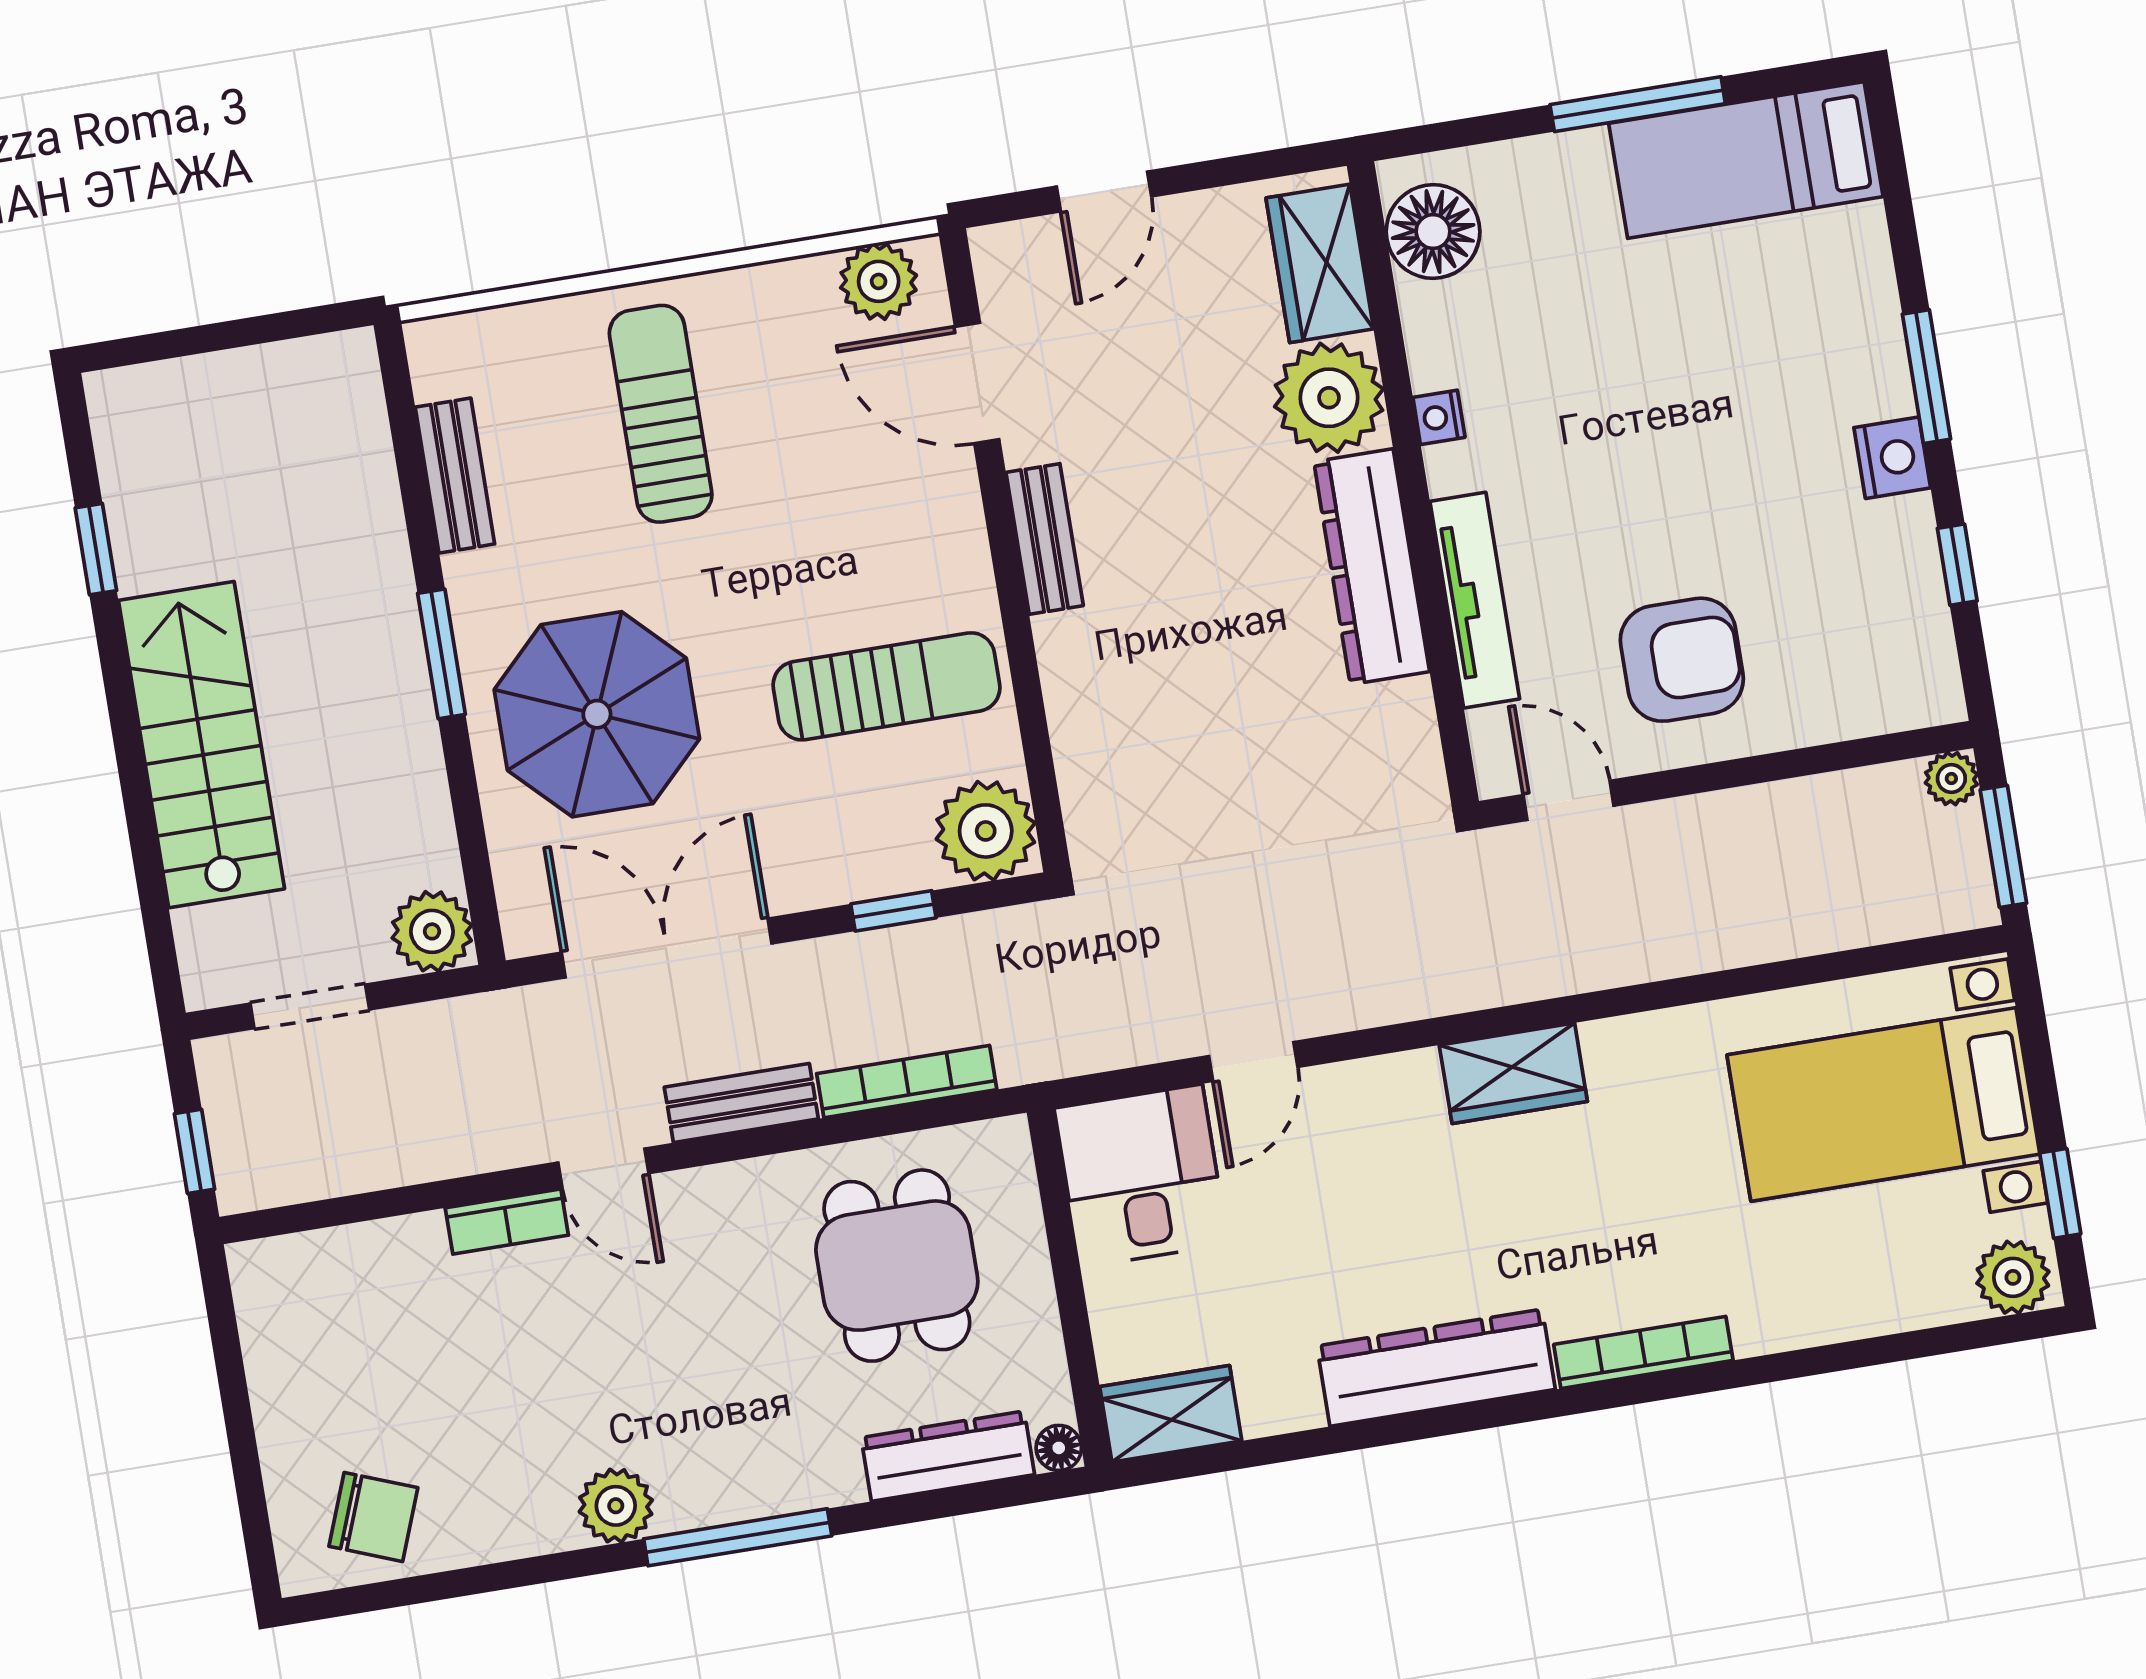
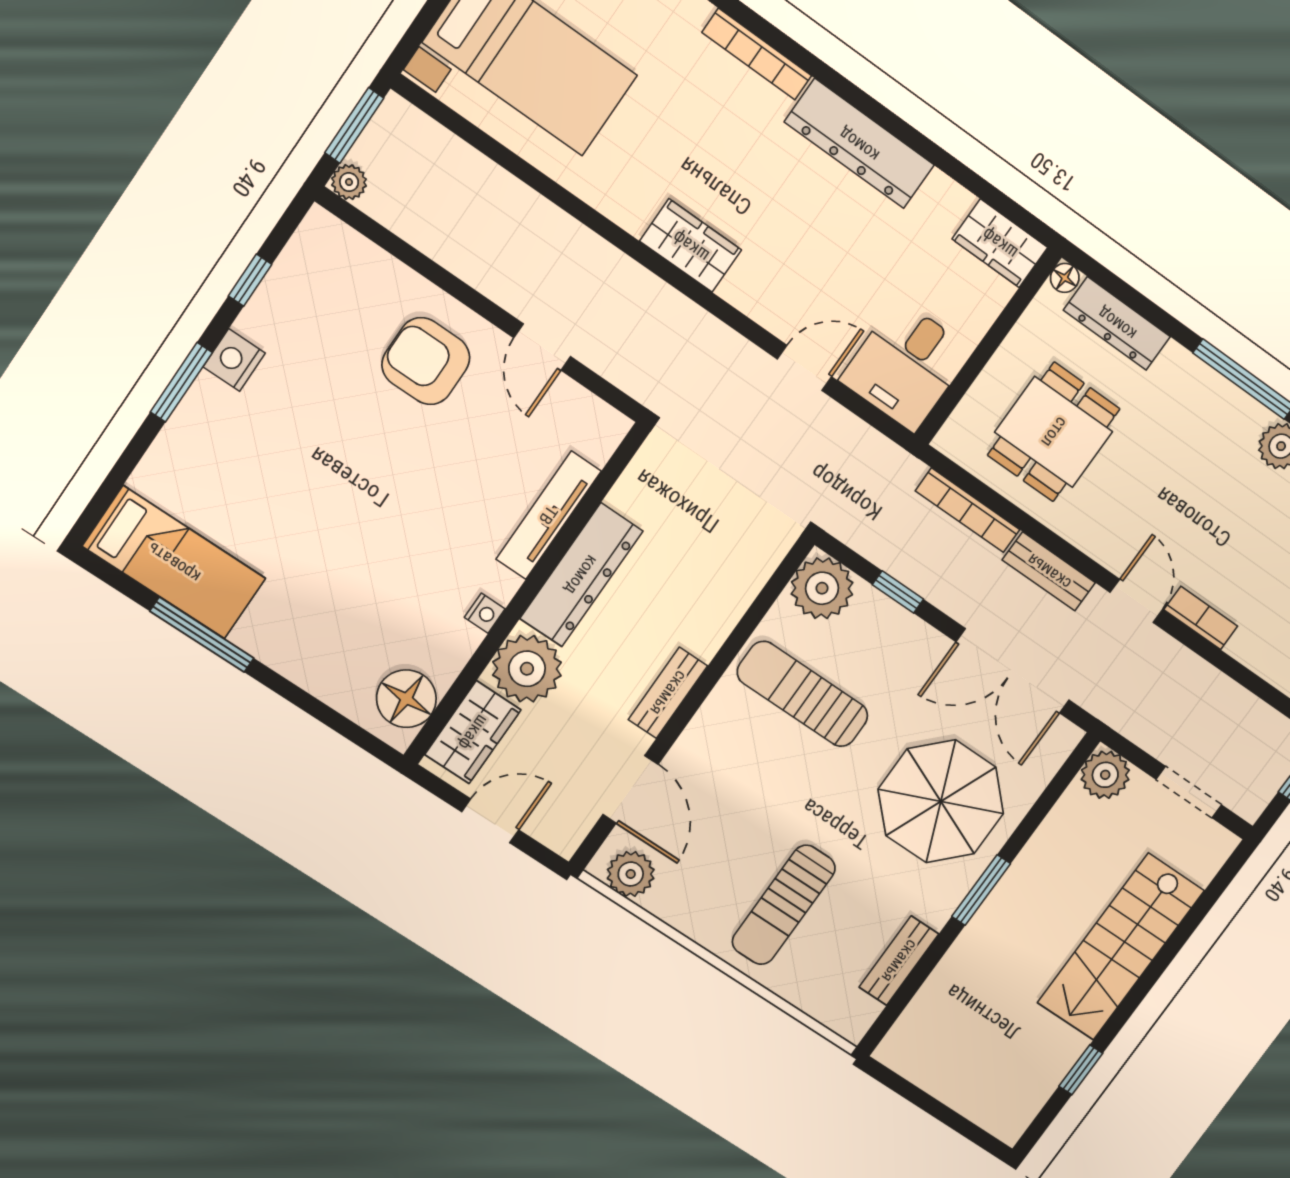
floor lamp: (1433, 231) -> (406, 699), moved
wardrobe: (1320, 263) -> (473, 732), moved
plant: (1329, 398) -> (527, 669), moved
nightstand: (1439, 417) -> (485, 613), moved
wall: (1413, 483) -> (526, 595), moved
dresser: (1372, 567) -> (581, 575), moved
tv unit: (1475, 600) -> (548, 515), moved

